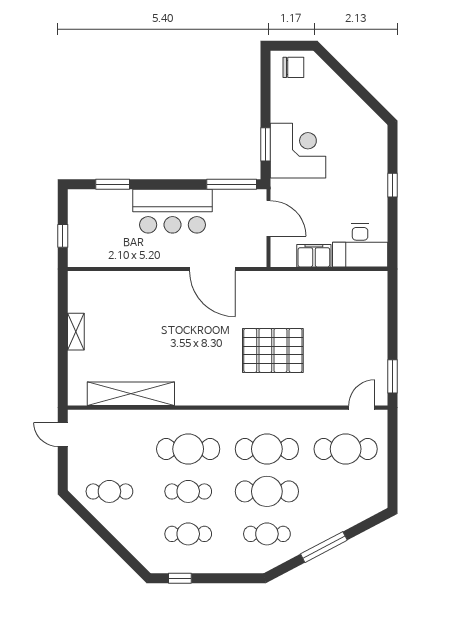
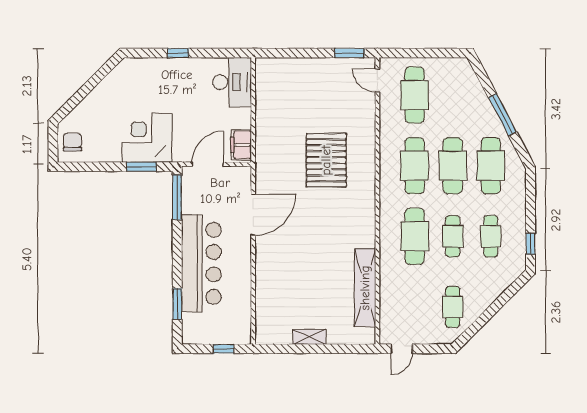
bar counter: (172, 211) -> (201, 263), width x1.36
filing cabinet: (314, 256) -> (241, 145), moved
cafe table: (267, 534) -> (491, 166), width x1.37, depth x1.35

